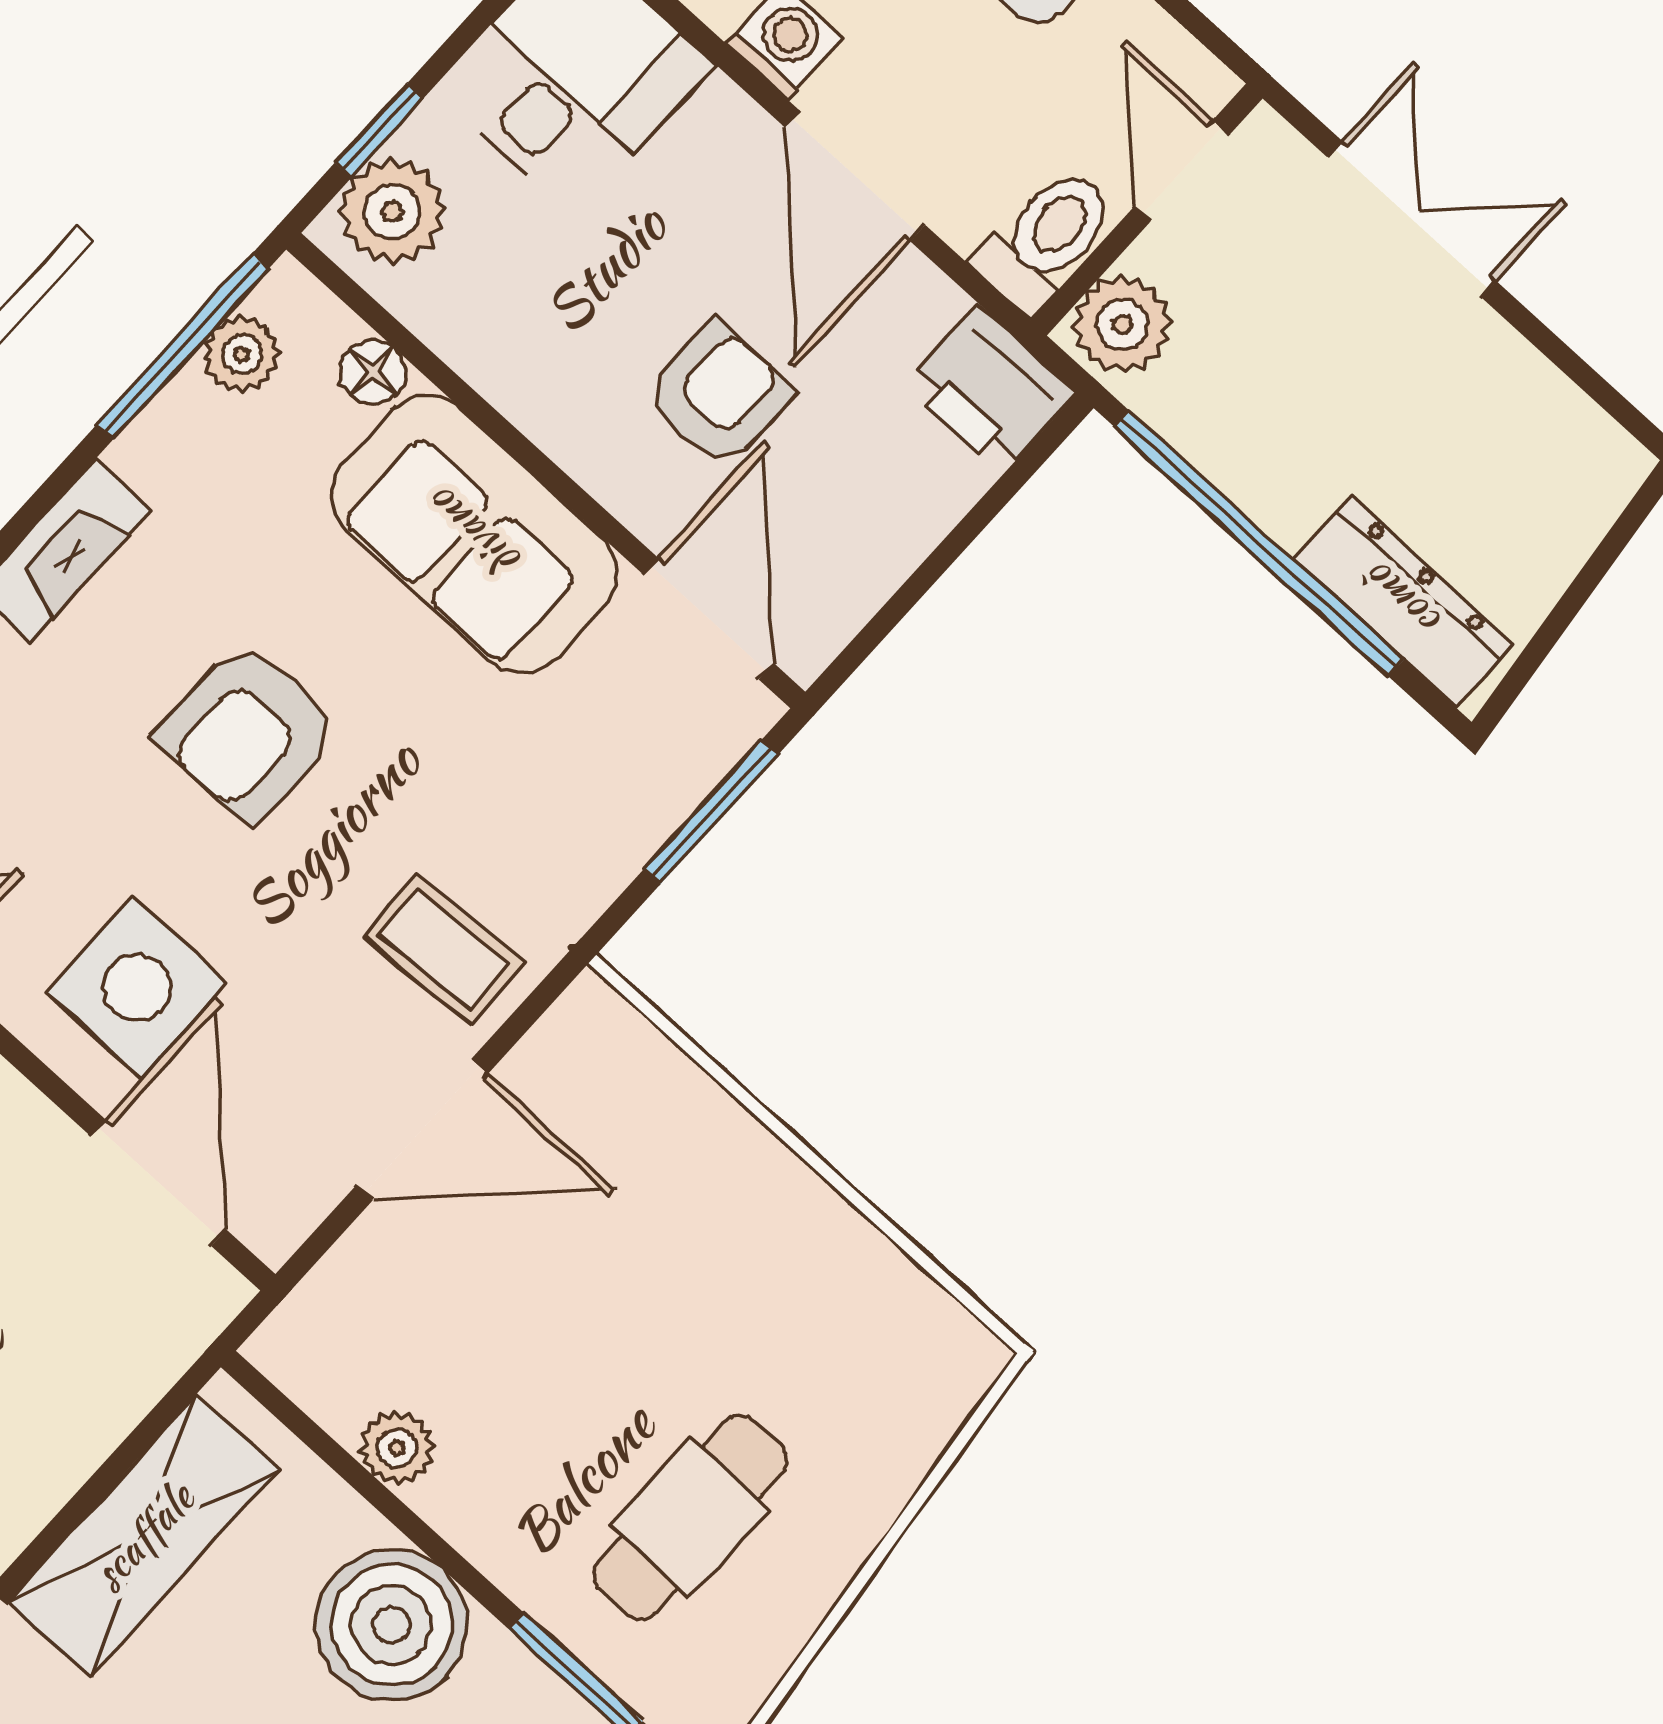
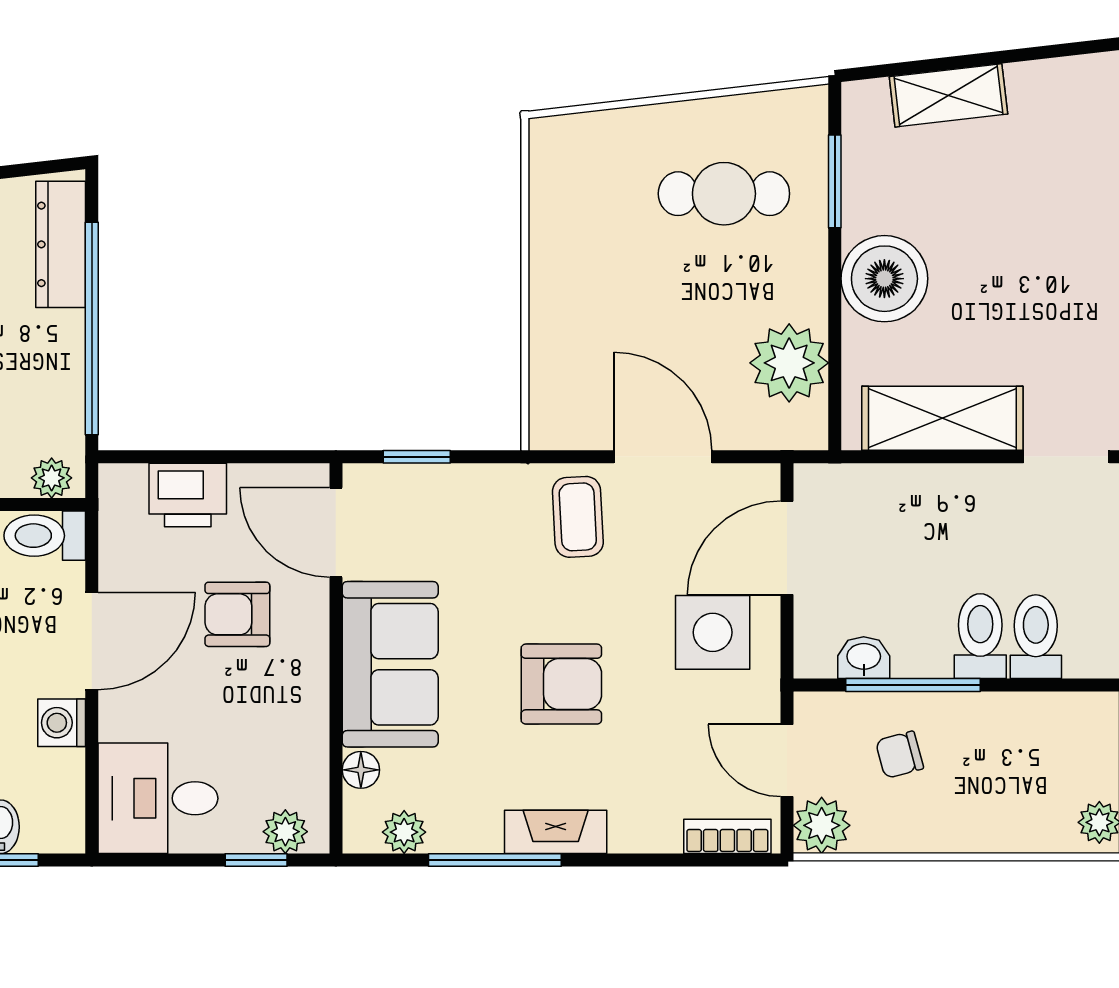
plant: (392, 211) -> (285, 832), width x0.73, depth x0.73
plant: (1122, 324) -> (52, 478), width x0.73, depth x0.73
window: (183, 346) -> (495, 860), moved
printer: (990, 389) -> (188, 495), moved, turned 90
door: (708, 619) -> (336, 532), hinge flipped
window: (711, 812) -> (417, 457), width x0.67
plant: (397, 1448) -> (789, 363), width x1.88, depth x1.88

